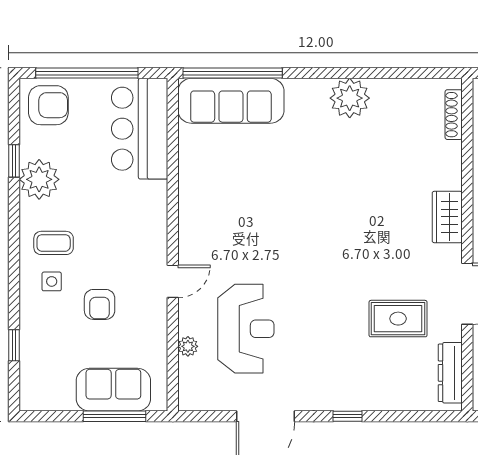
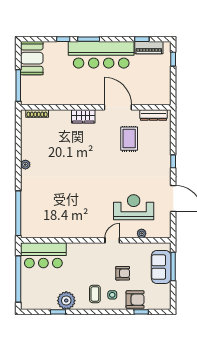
plant: (350, 98) -> (25, 165), width x0.53, depth x0.53
sofa: (231, 101) -> (31, 214), removed
armchair: (48, 105) -> (135, 300), moved, turned 90
door: (173, 281) -> (112, 240), hinge flipped

